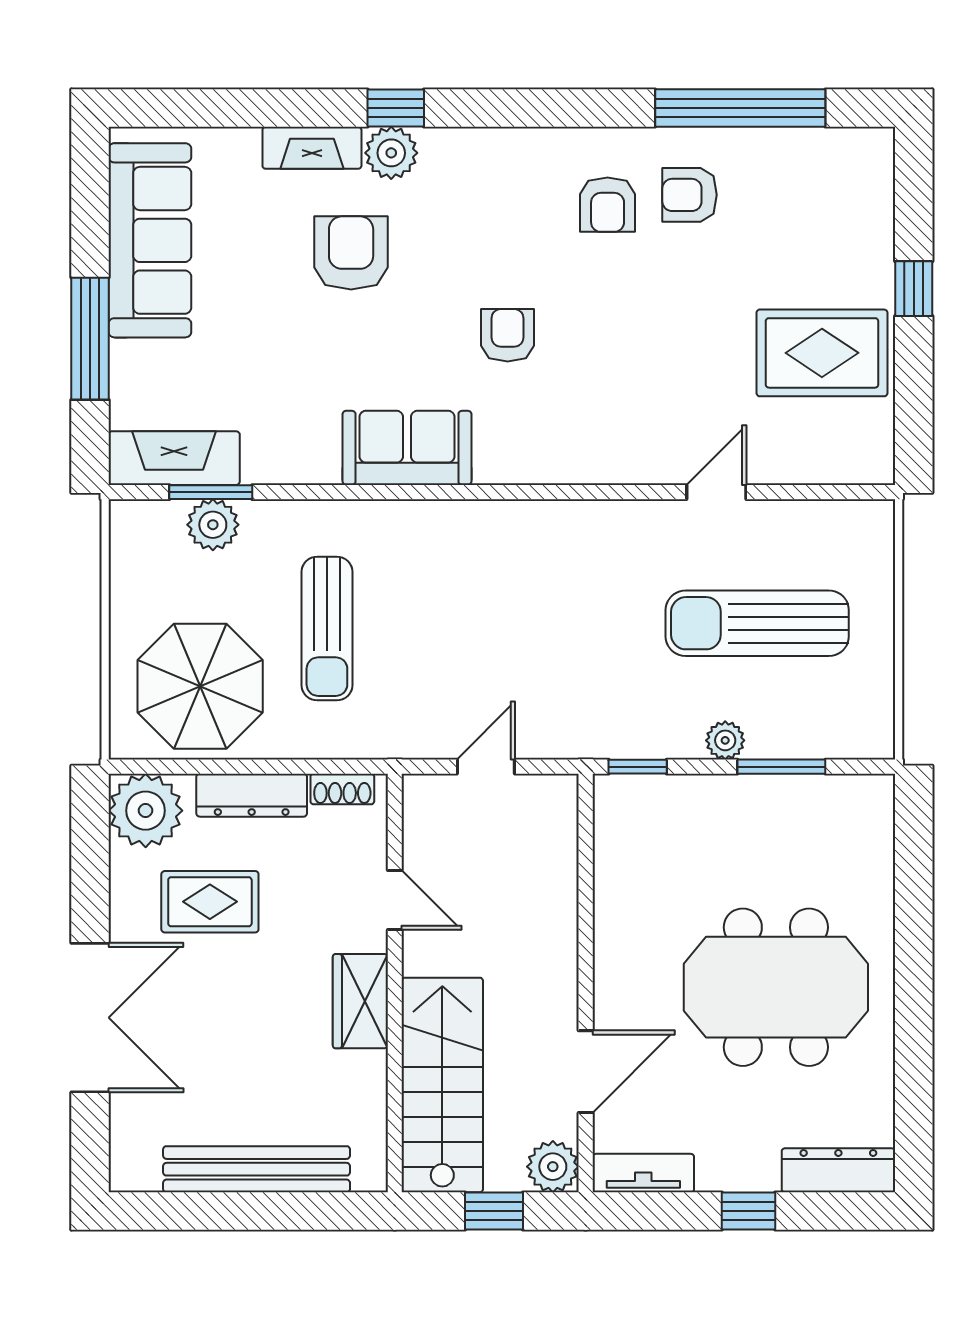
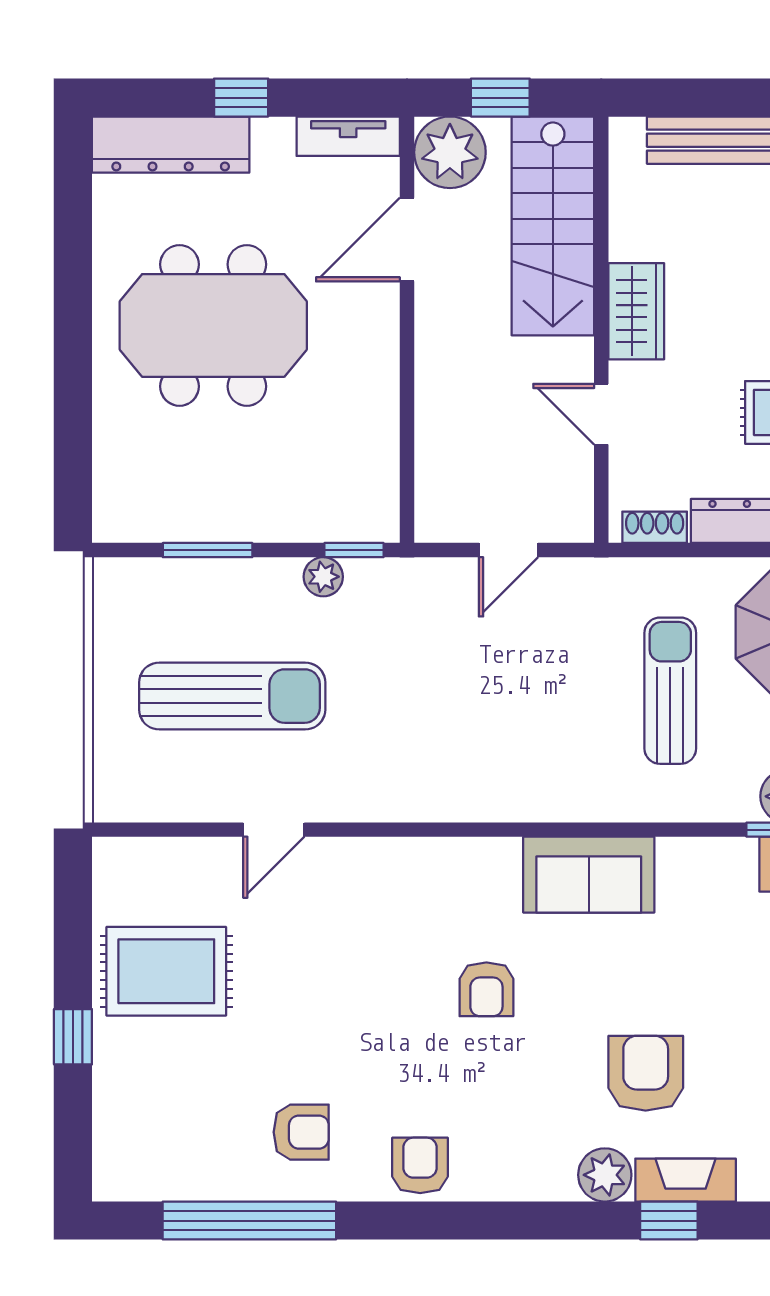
window: (396, 108) -> (669, 1221), moved
armchair: (608, 205) -> (420, 1165), moved
armchair: (351, 253) -> (646, 1073), turned 180
plant: (725, 740) -> (323, 577), moved
plant: (553, 1167) -> (450, 152), width x1.36, depth x1.36
dresser: (838, 1170) -> (171, 145), width x1.37, depth x1.24

